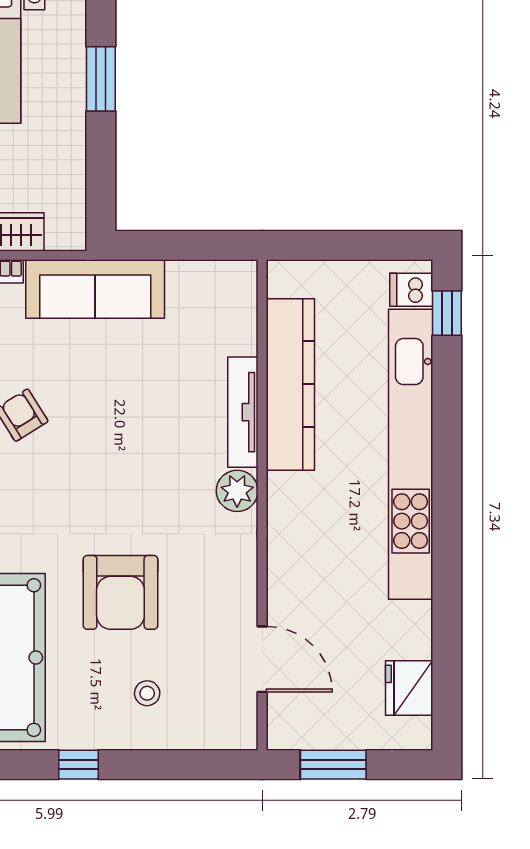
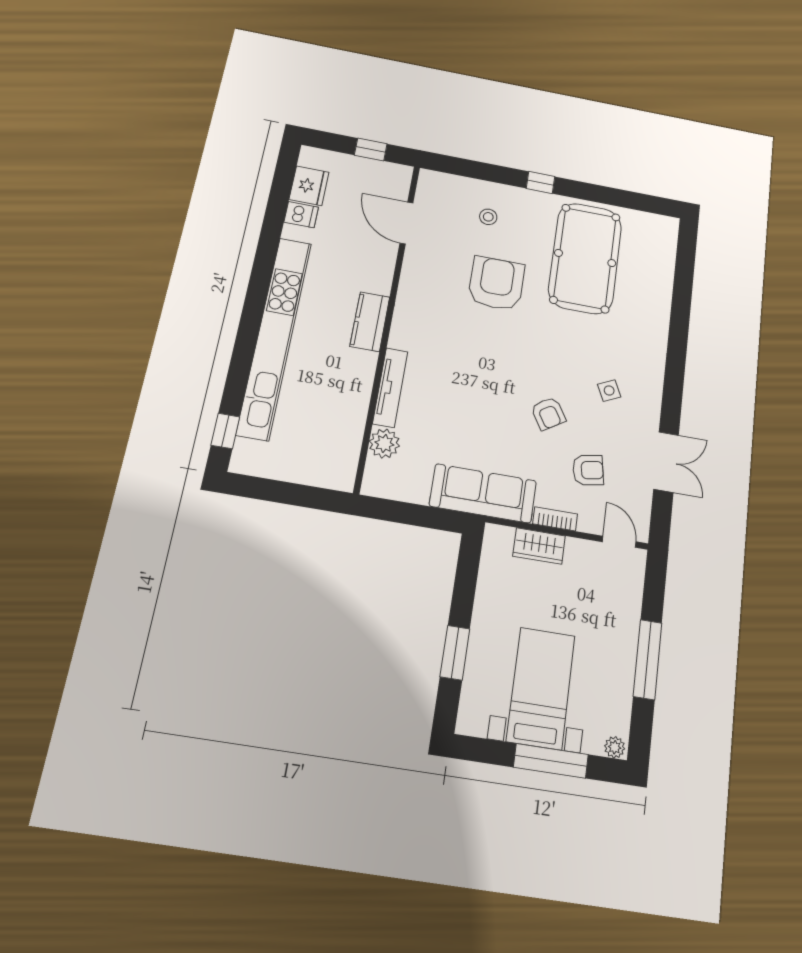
dishwasher: (411, 290) -> (301, 215), moved
kitchen counter: (290, 384) -> (370, 322), moved, width x0.48, depth x0.86
plant: (237, 491) -> (384, 443), moved
window: (333, 765) -> (371, 149), width x0.67

